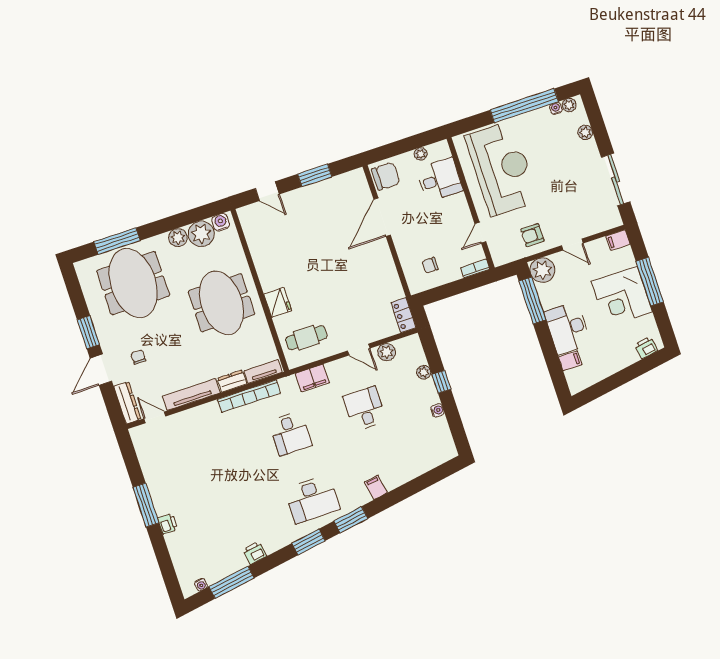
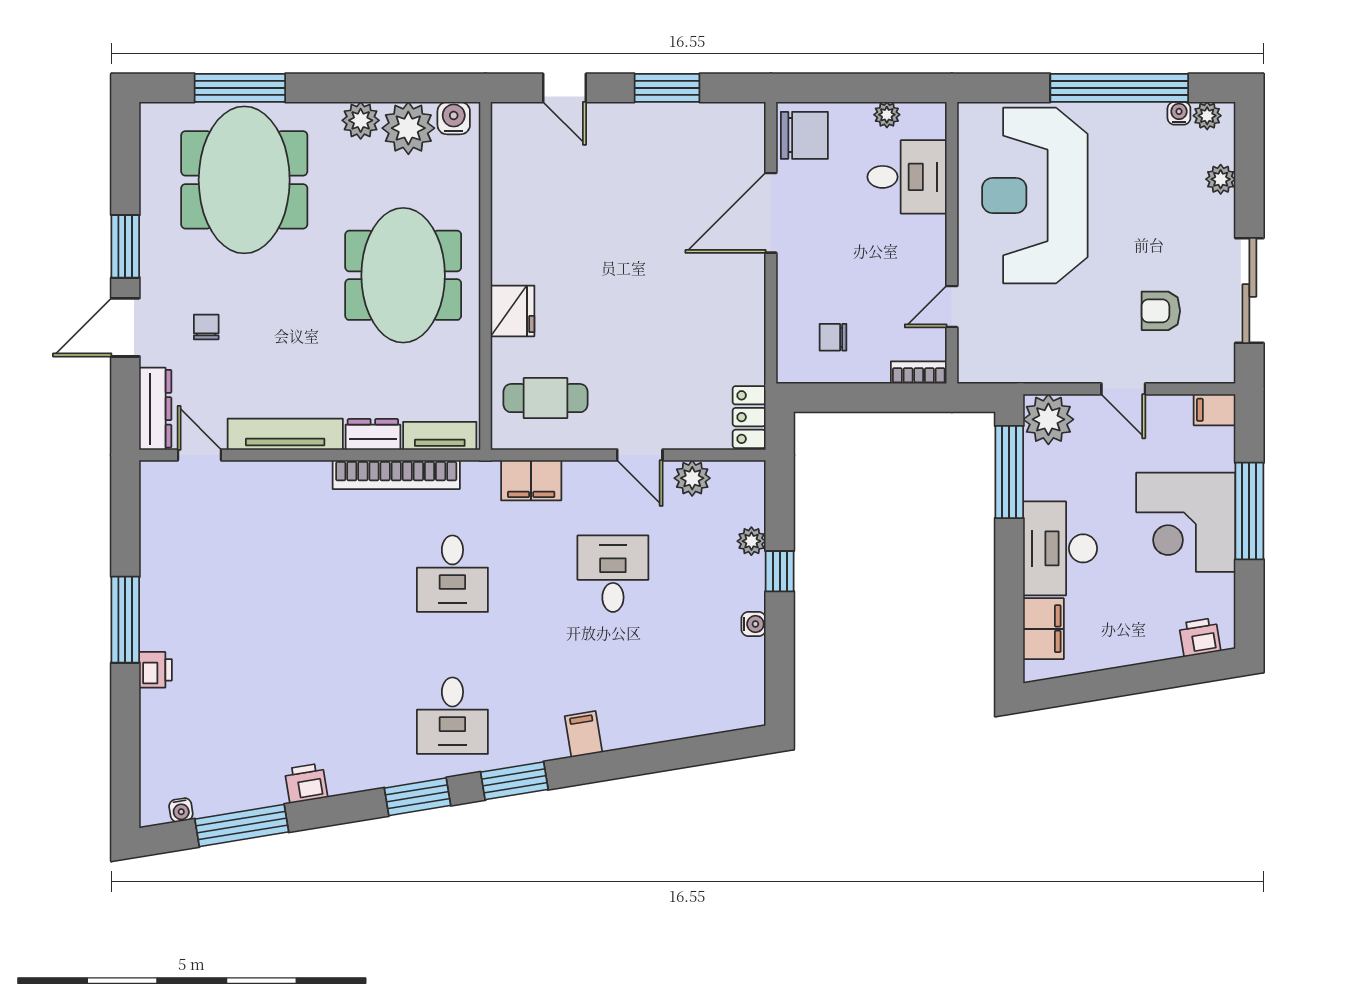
reception desk: (502, 169) -> (1035, 195), turned 180
armchair: (532, 235) -> (1161, 311), moved
filing cabinet: (570, 361) -> (1043, 629), width x2.00
desk: (312, 499) -> (452, 716), width x0.73

